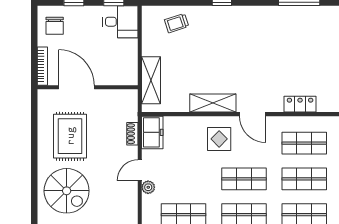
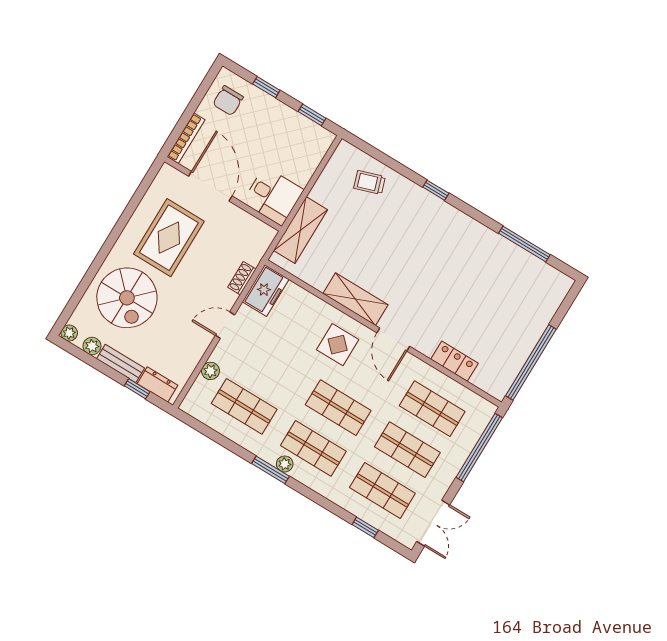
desk: (120, 22) -> (273, 196), moved
plant: (148, 187) -> (210, 371), moved

